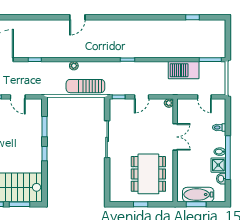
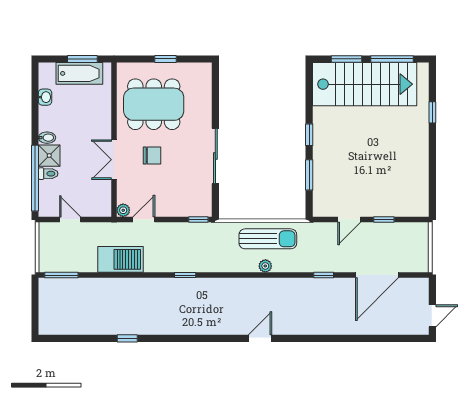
window: (192, 17) -> (127, 338), moved
barbecue: (184, 70) -> (121, 259), moved
sun lounger: (85, 86) -> (268, 239), moved
door: (18, 97) -> (349, 219), swing flipped
door: (142, 97) -> (144, 219), moved
chair: (150, 140) -> (152, 156), added
window: (228, 158) -> (35, 178), moved
shower: (218, 165) -> (49, 156), moved
dining table: (148, 174) -> (154, 104), turned 90

